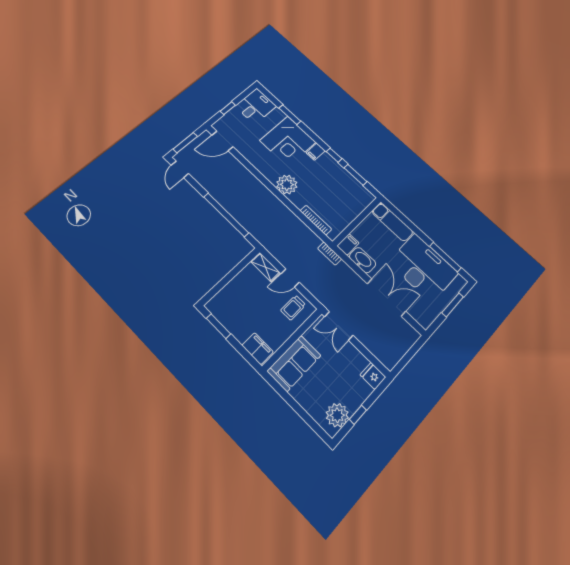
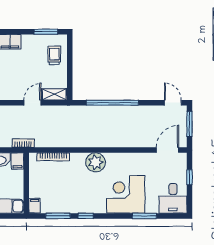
filing cabinet: (316, 152) -> (35, 206), moved
trolley: (293, 308) -> (54, 55), moved

